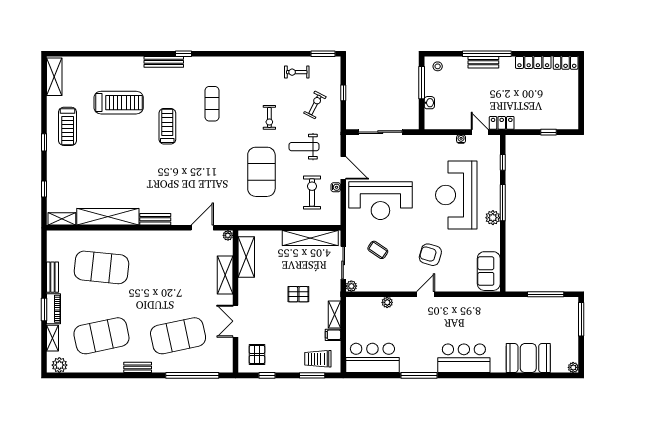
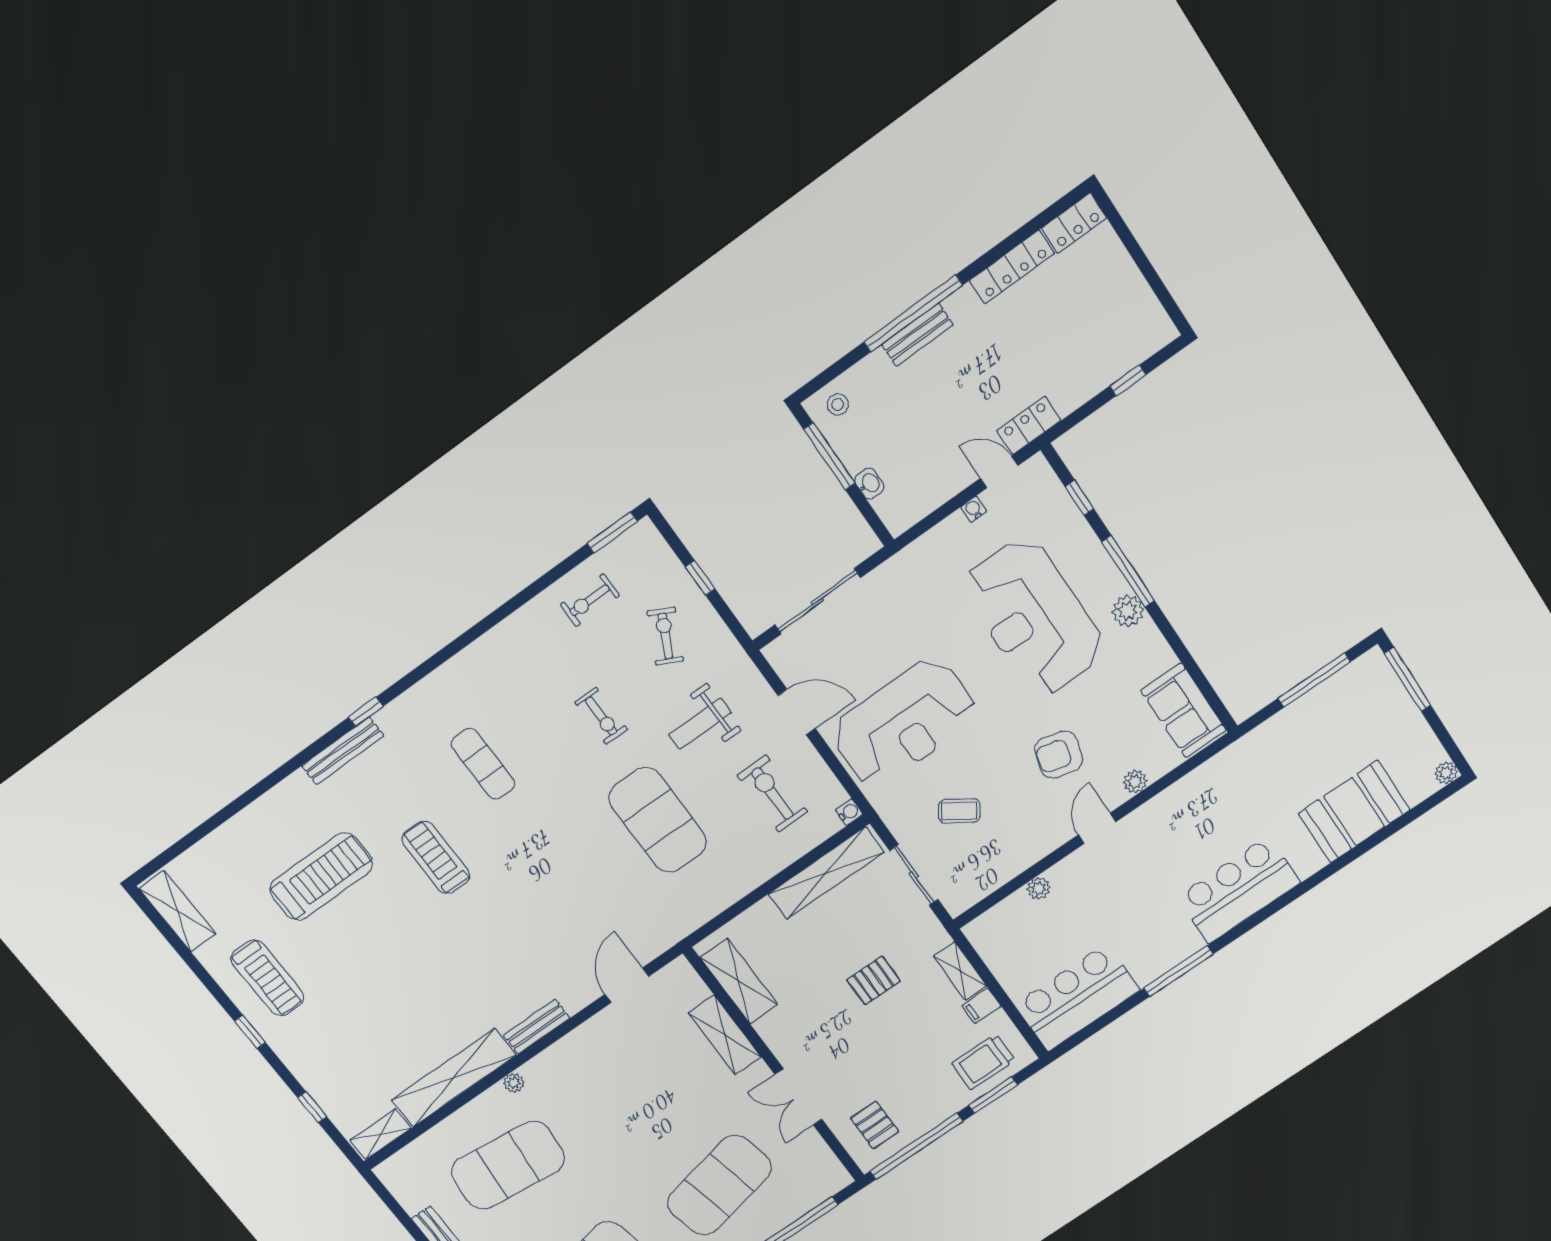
water cooler: (336, 187) -> (849, 812), moved
plant: (228, 235) -> (514, 1083), moved
plant: (351, 286) -> (1135, 782), moved
window: (267, 375) -> (916, 1146), width x3.17

